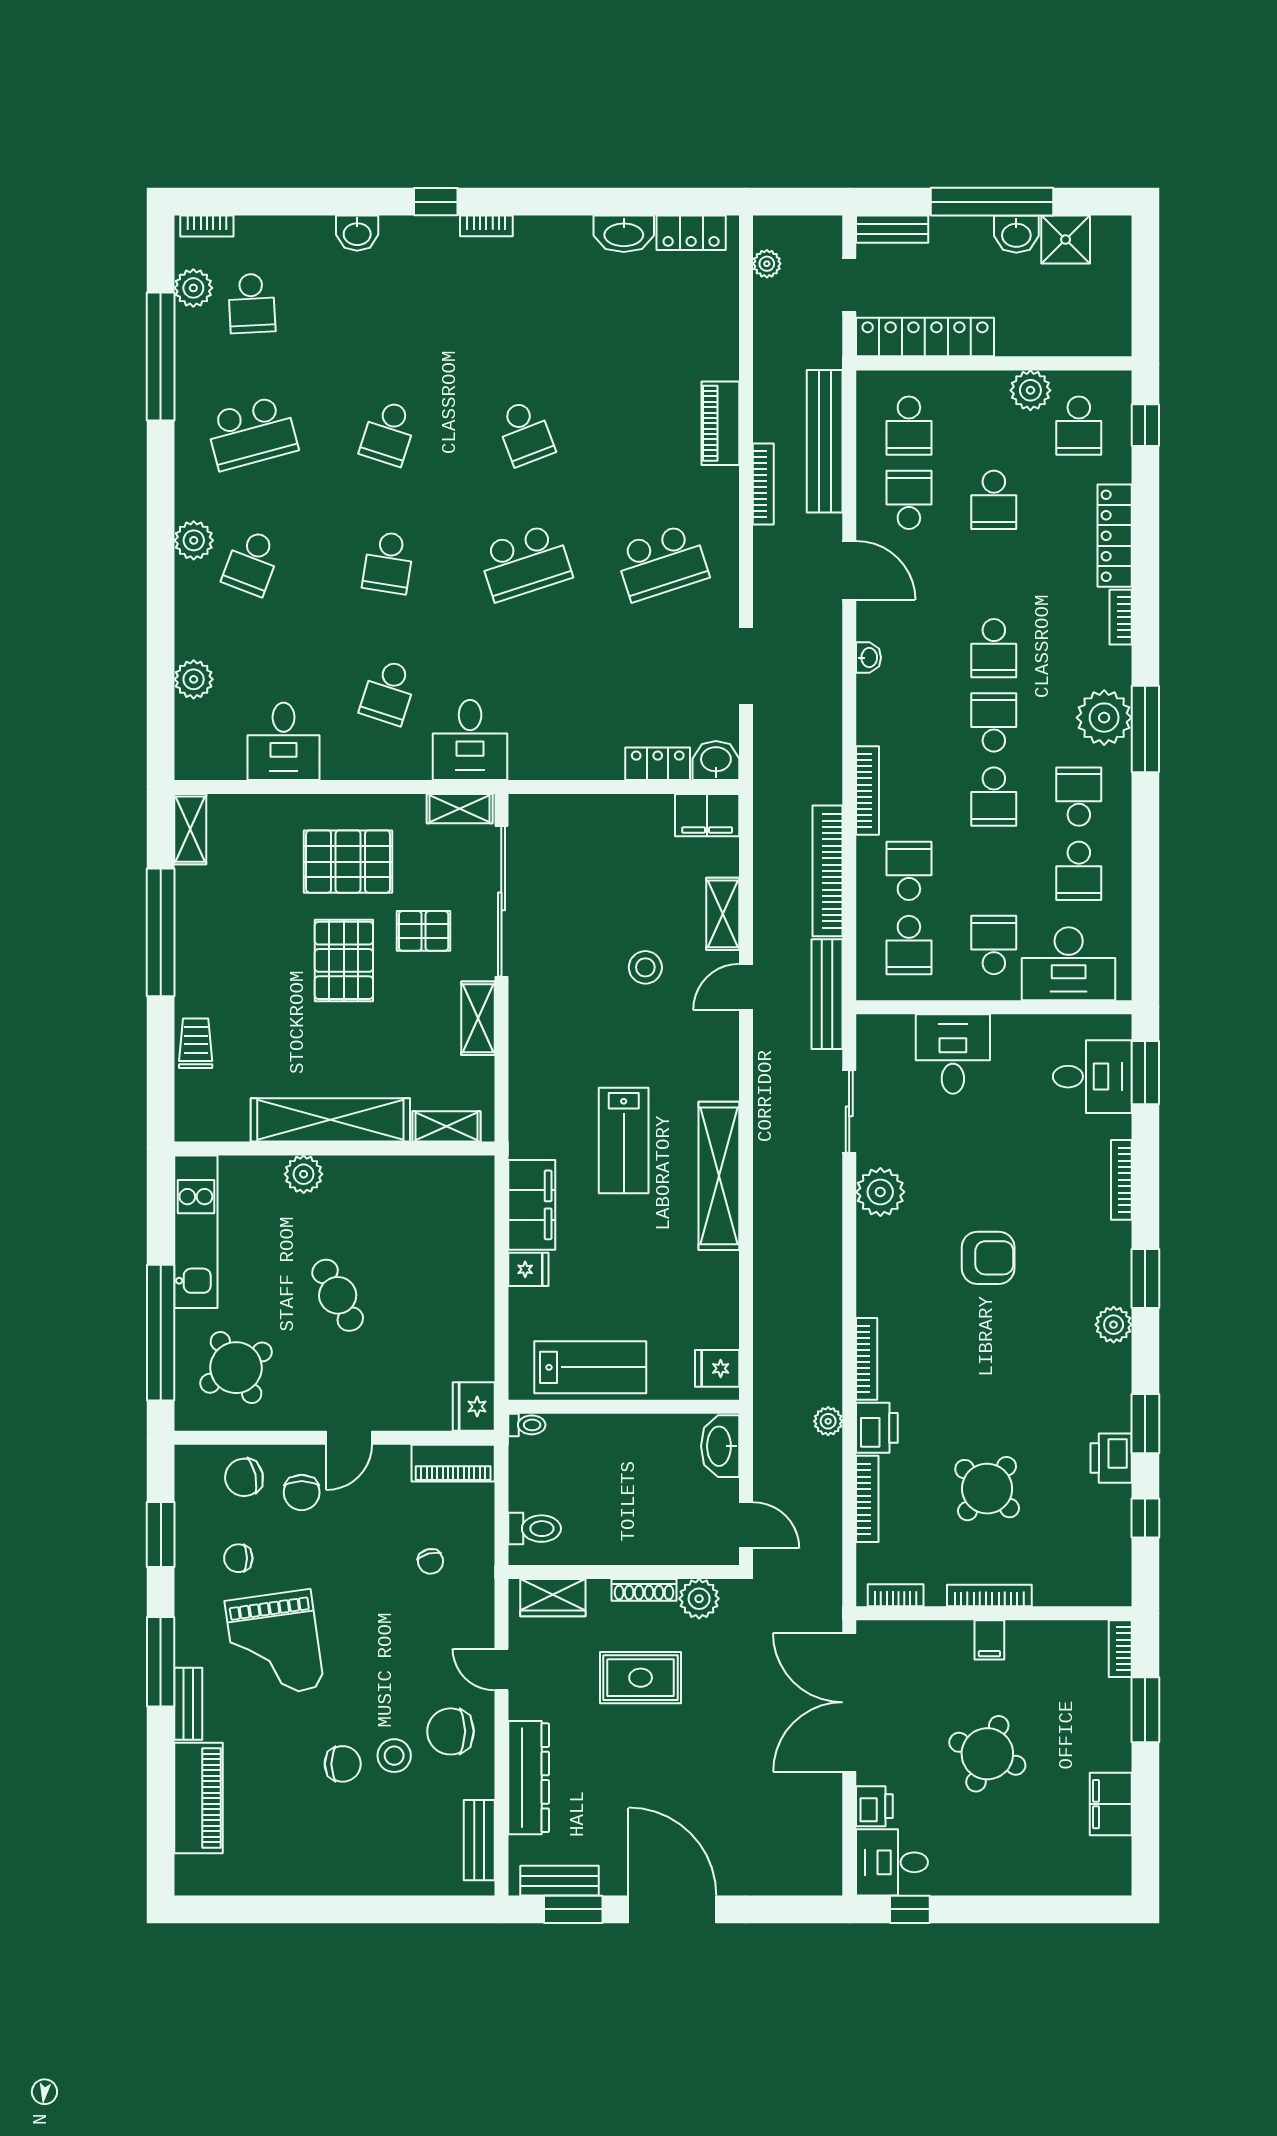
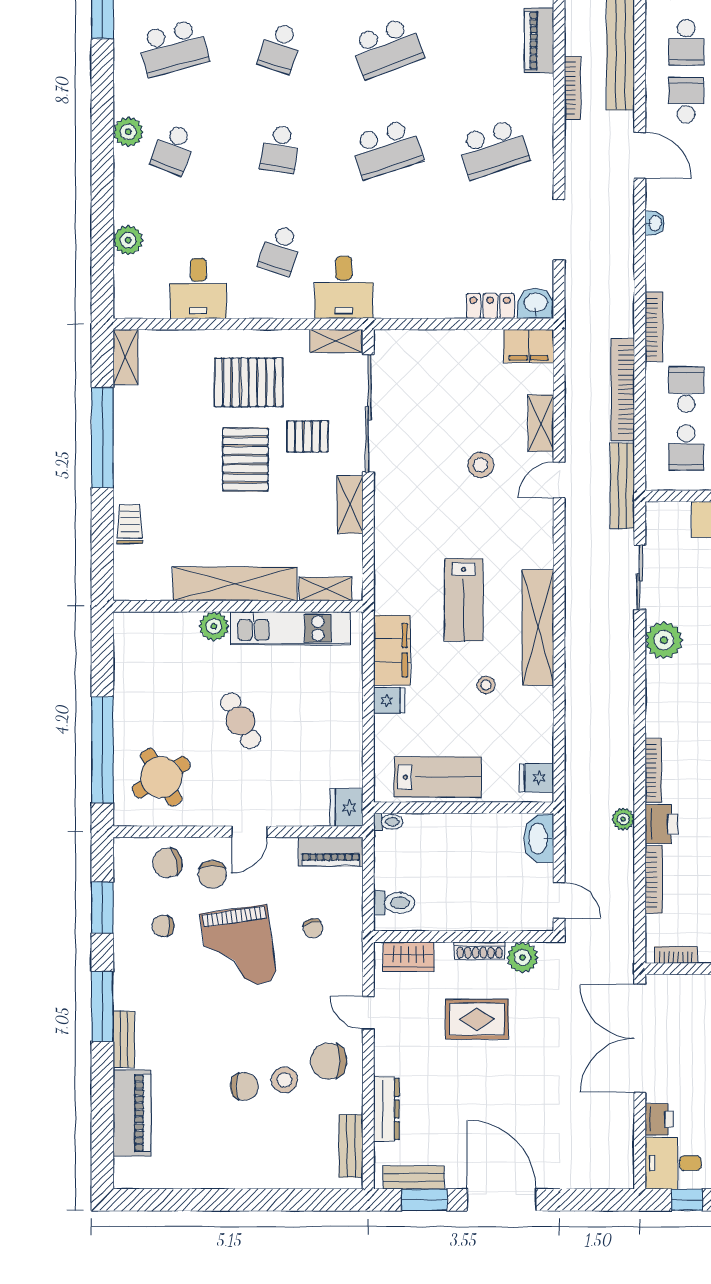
school desk: (525, 433) -> (387, 48), width x1.85
kitchen unit: (196, 1232) -> (290, 628), moved, turned 90
stool: (652, 1249) -> (486, 685), added
grand piano: (274, 1644) -> (239, 948), moved
dresser: (529, 1778) -> (386, 1109), width x0.73, depth x0.80

